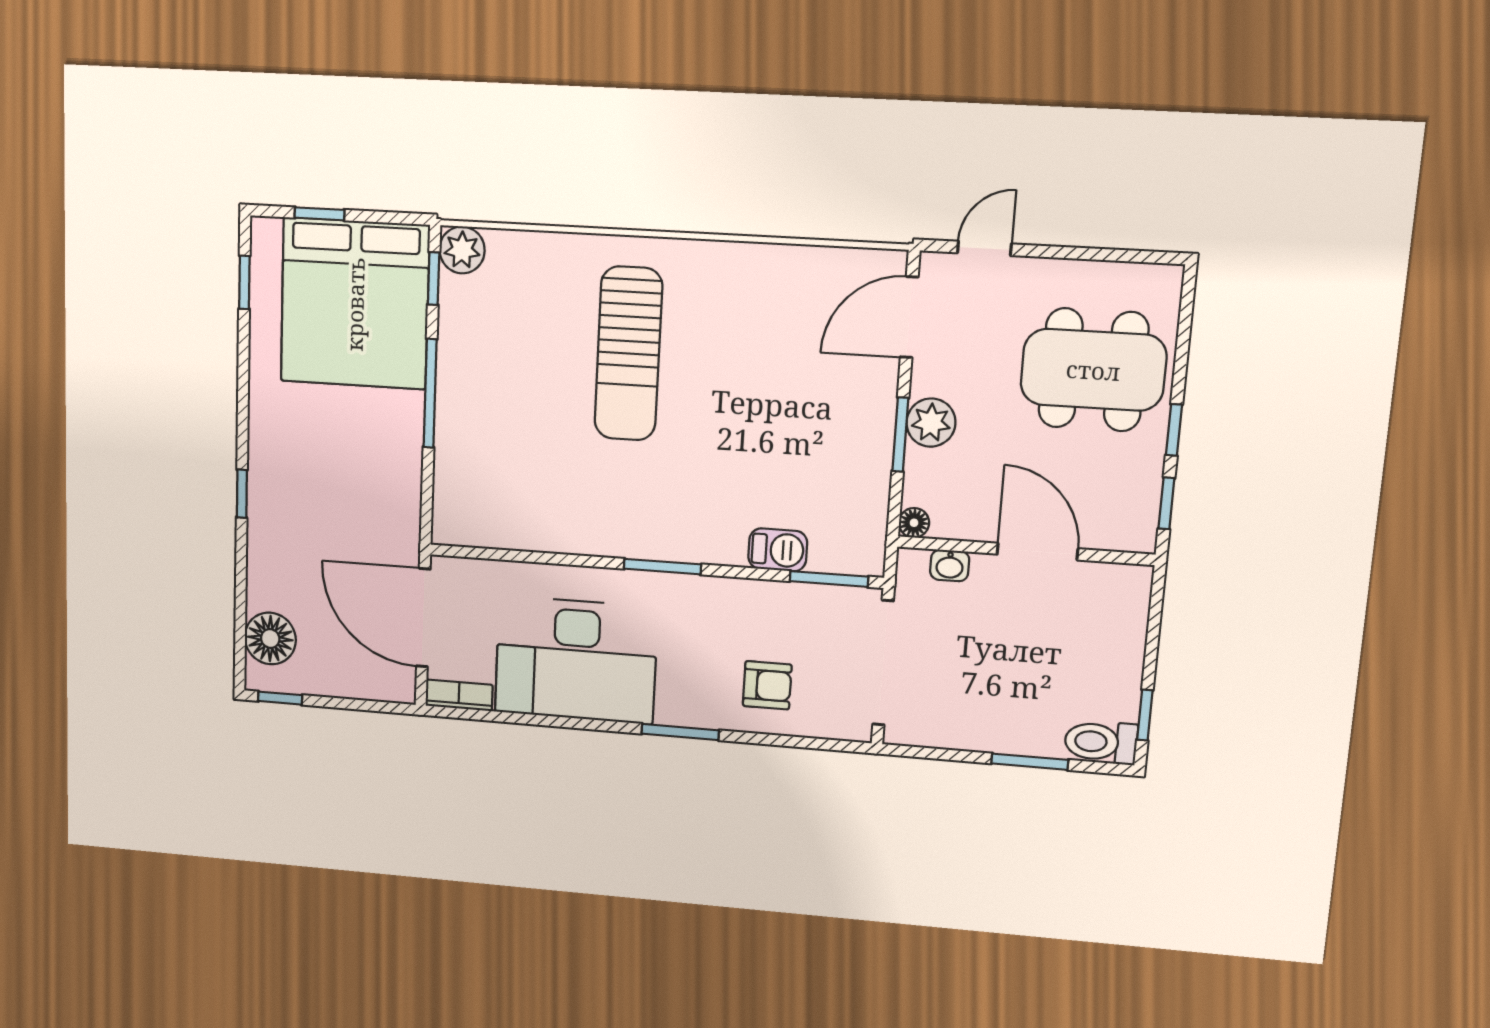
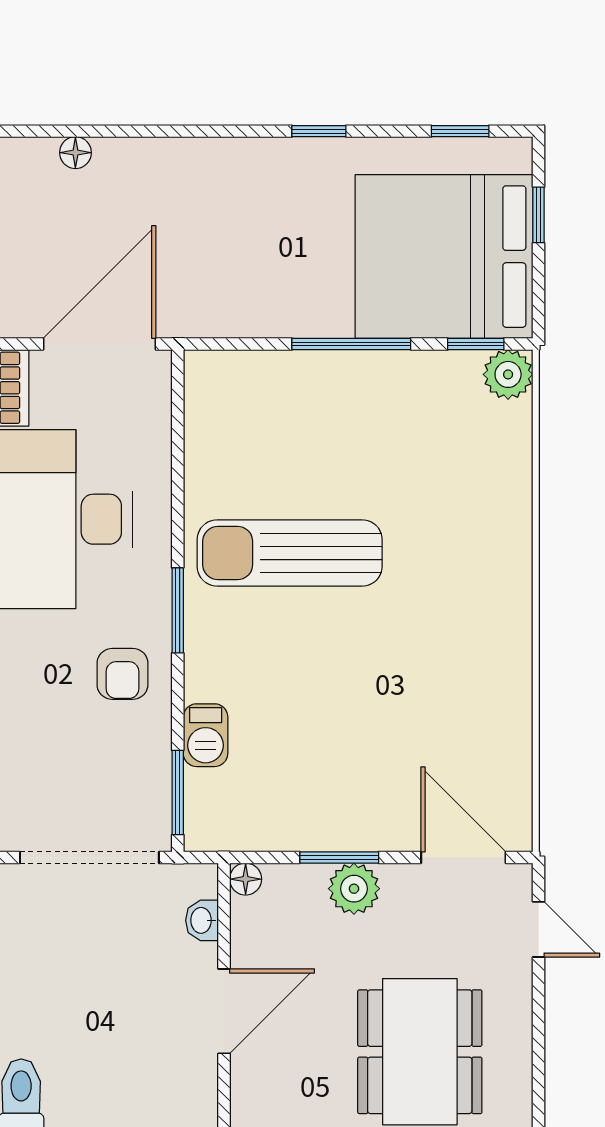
sun lounger: (628, 354) -> (290, 553), moved
window: (242, 494) -> (319, 131), moved
floor lamp: (270, 639) -> (75, 153), width x0.53, depth x0.53
armchair: (767, 685) -> (122, 674), moved

